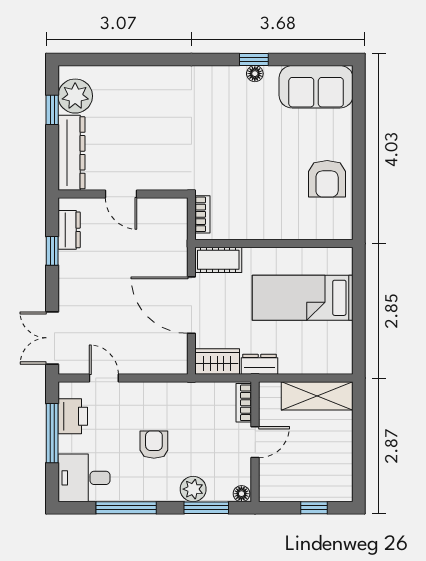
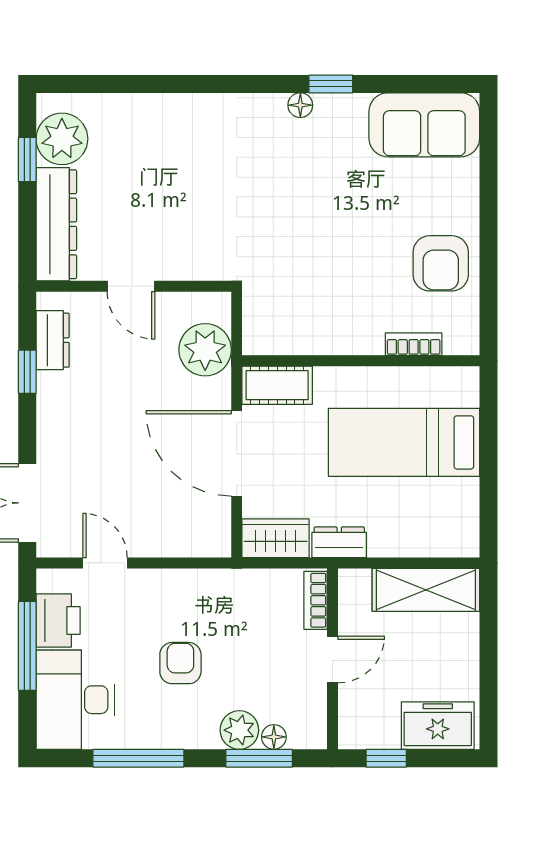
floor lamp: (255, 74) -> (300, 105), moved
bookcase: (202, 214) -> (414, 344), moved, turned -90
plant: (170, 236) -> (205, 350), added
desk: (84, 478) -> (75, 700), width x1.37
freezer: (325, 486) -> (438, 726), added
floor lamp: (241, 494) -> (274, 737), moved
window: (314, 508) -> (386, 758), moved

